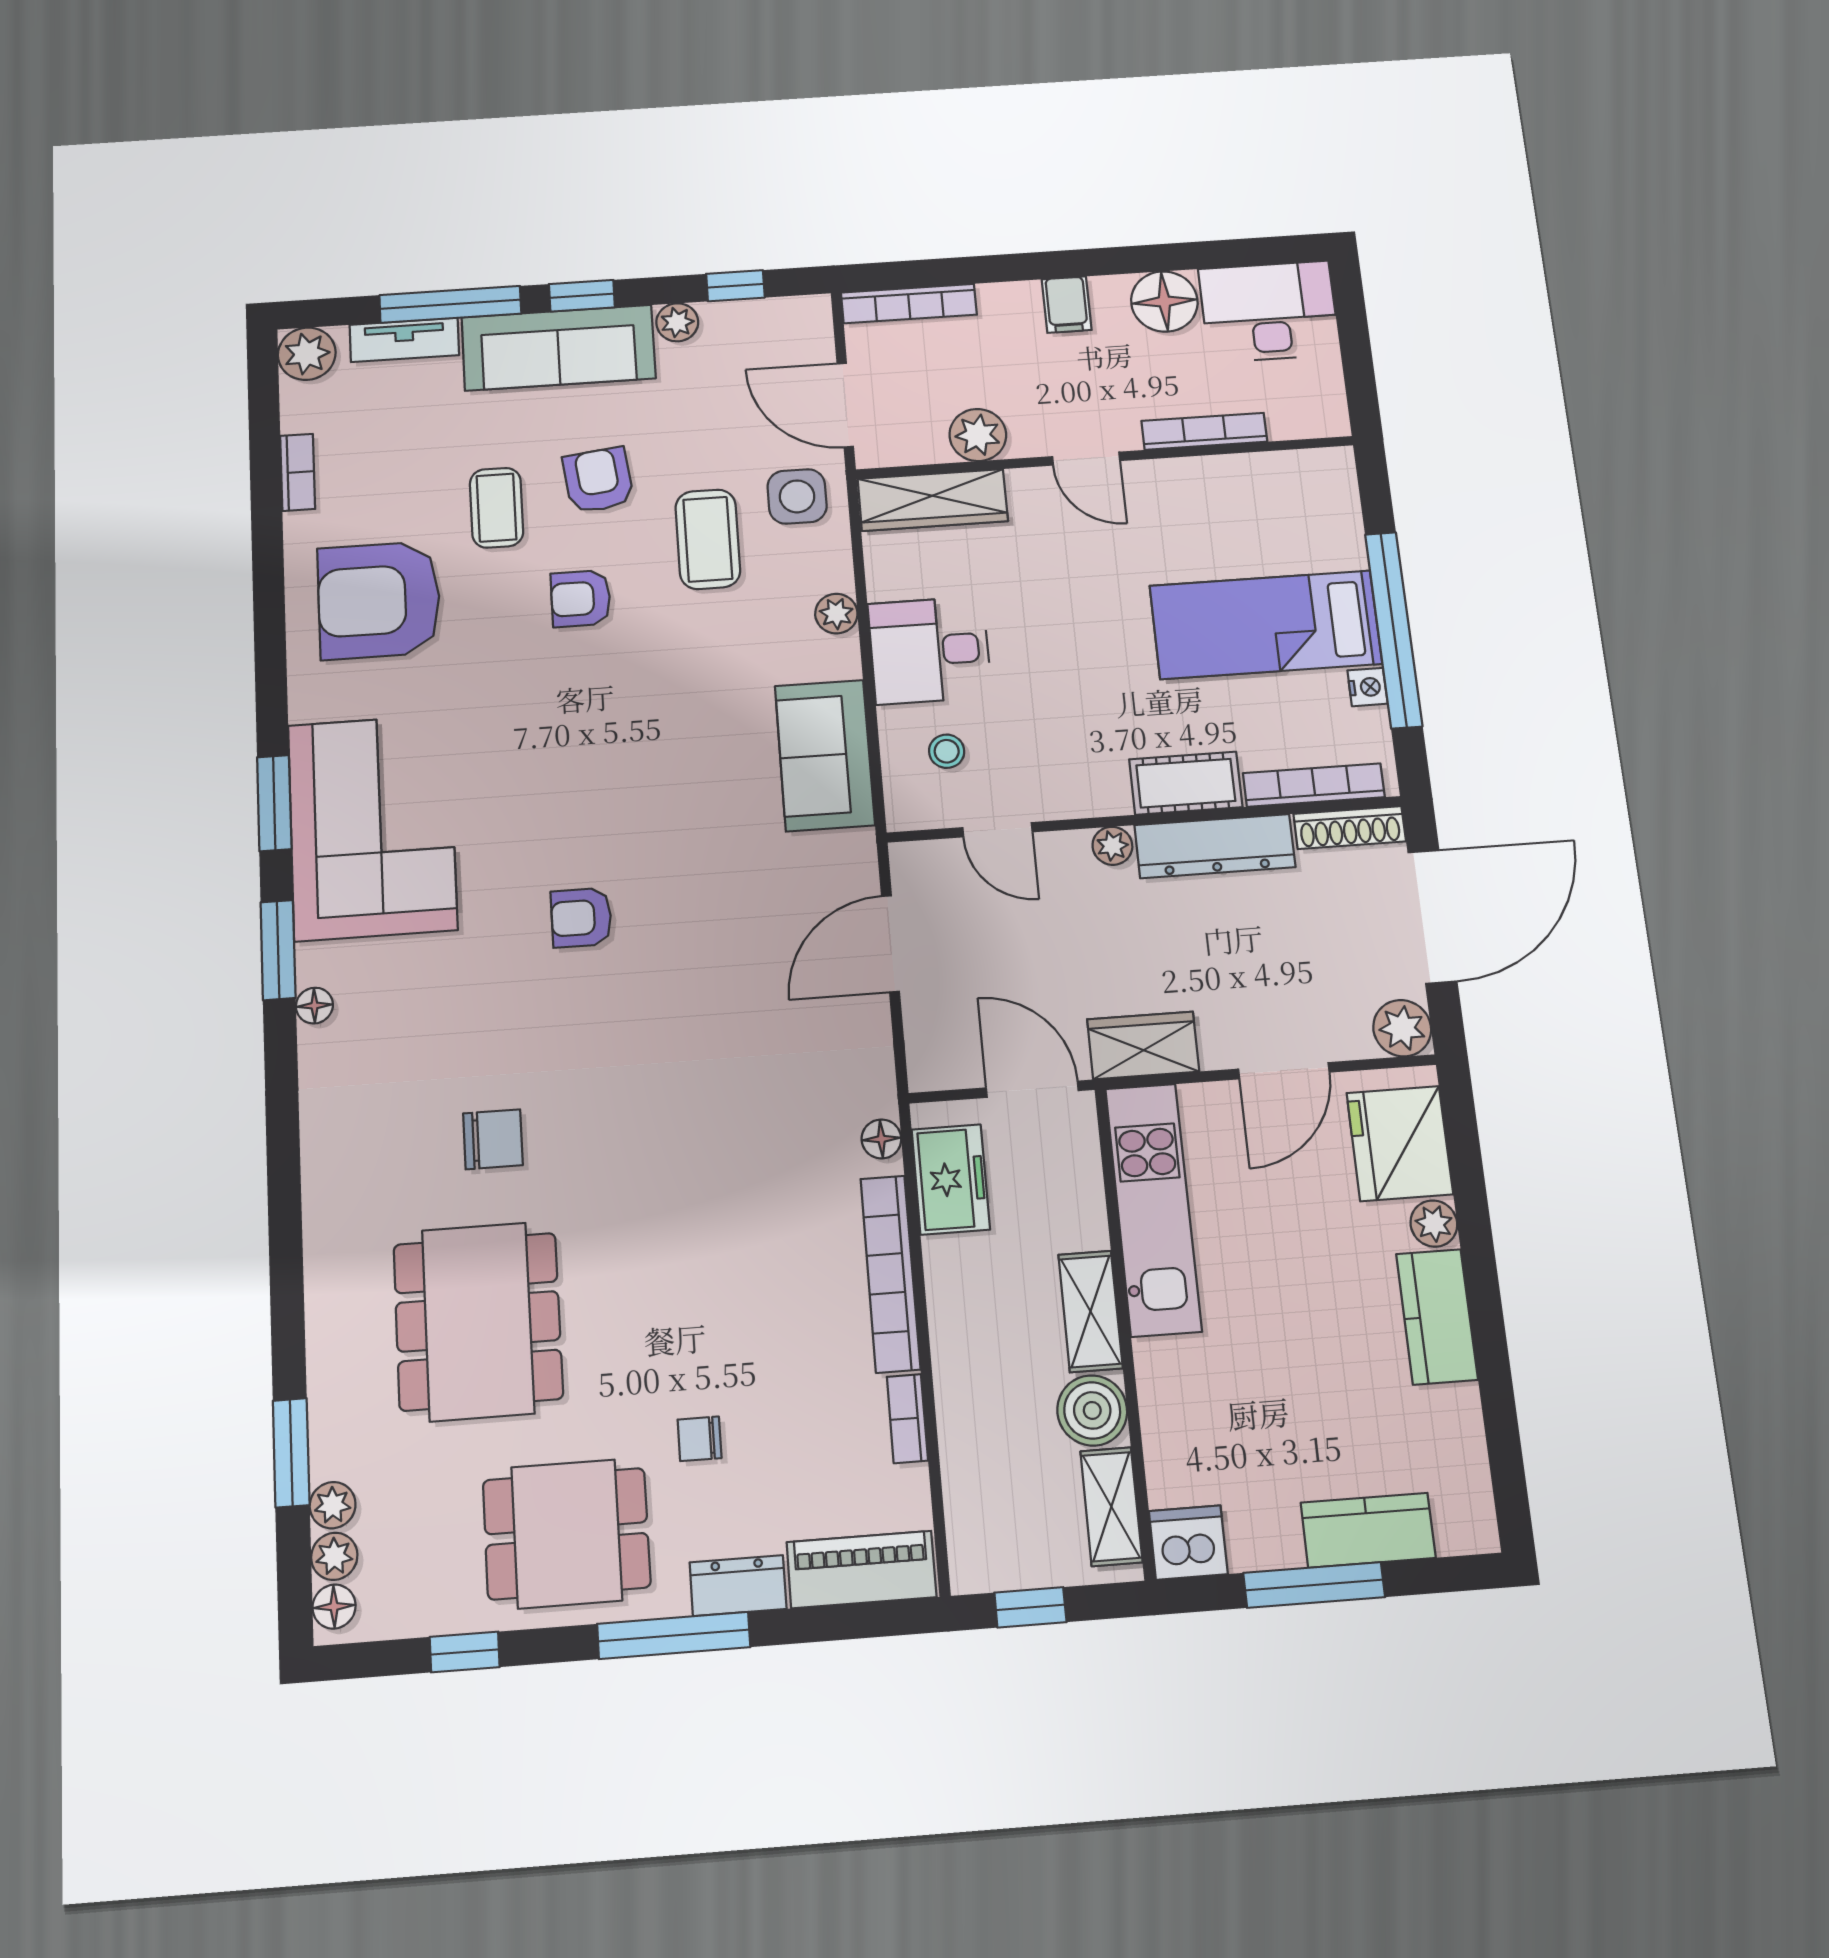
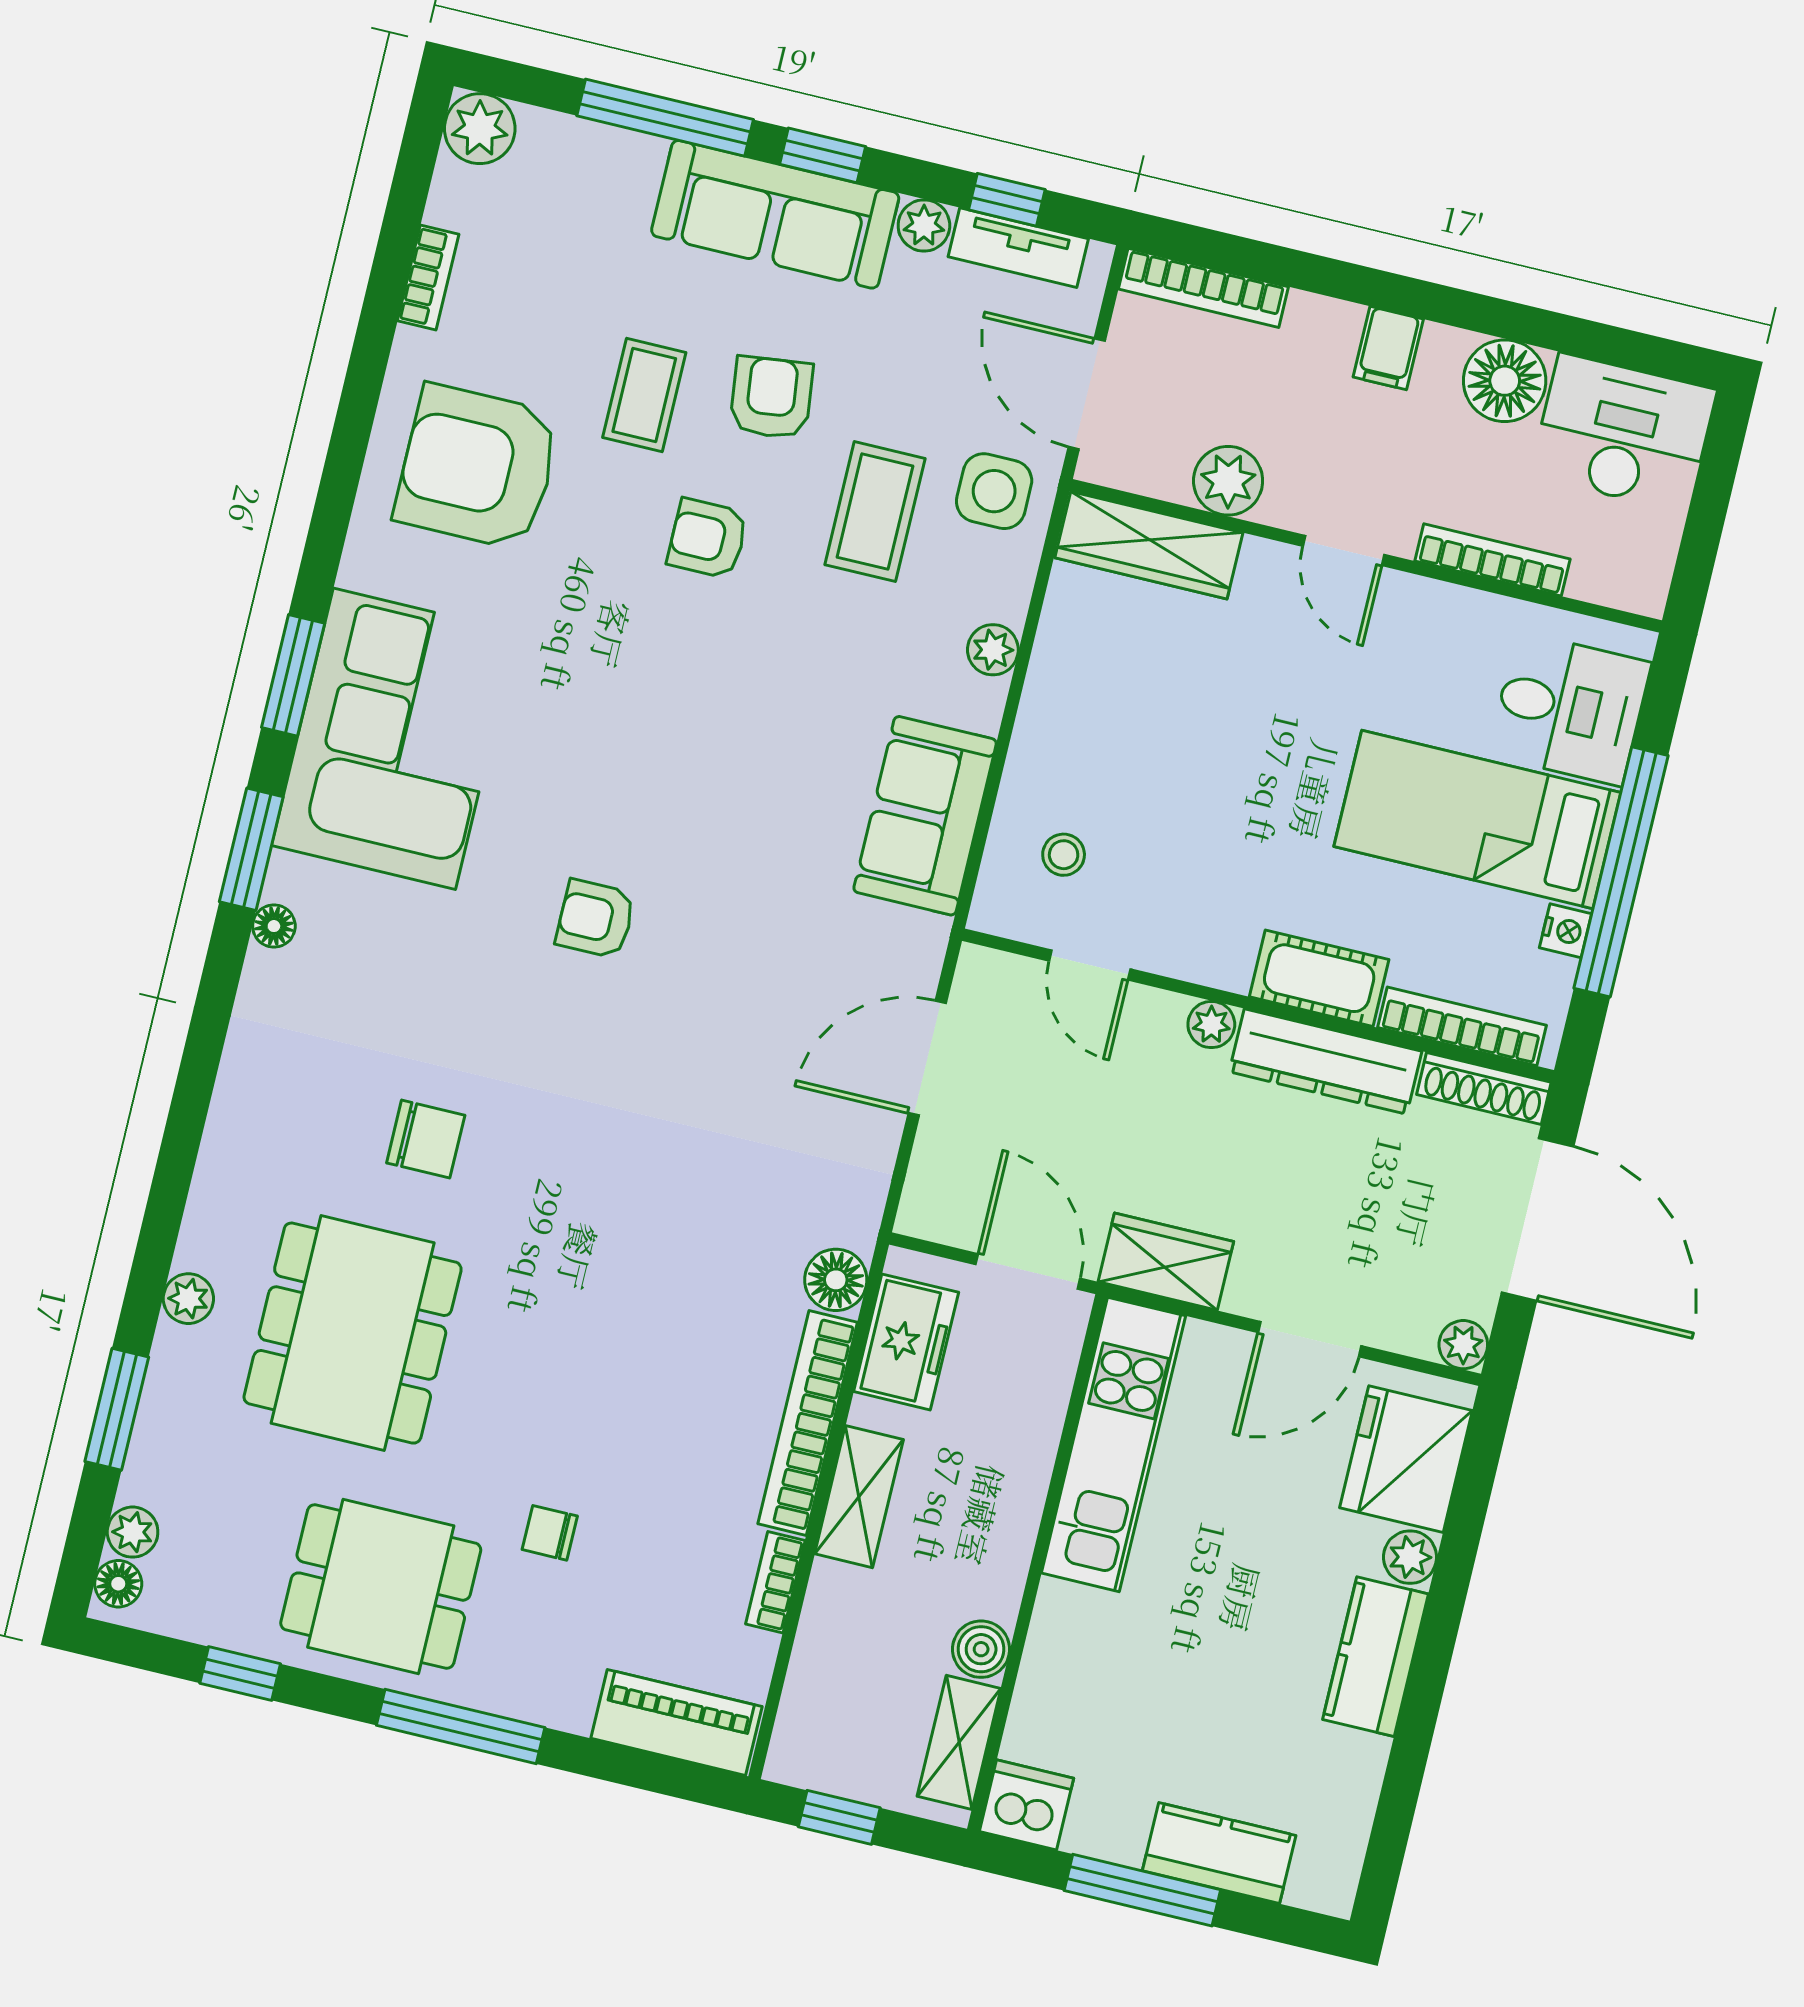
tv unit: (404, 340) -> (1018, 248), moved
desk: (930, 650) -> (1570, 709), moved, turned 180
door: (1432, 916) -> (1538, 1219), hinge flipped
plant: (1402, 1028) -> (1463, 1345), width x0.73, depth x0.73
floor lamp: (881, 1139) -> (836, 1280), width x1.37, depth x1.37
shelving: (1090, 1311) -> (859, 1497), moved
boiler: (1092, 1410) -> (981, 1649), width x0.73, depth x0.73
plant: (333, 1505) -> (188, 1299), moved
dresser: (738, 1586) -> (543, 1697), removed

